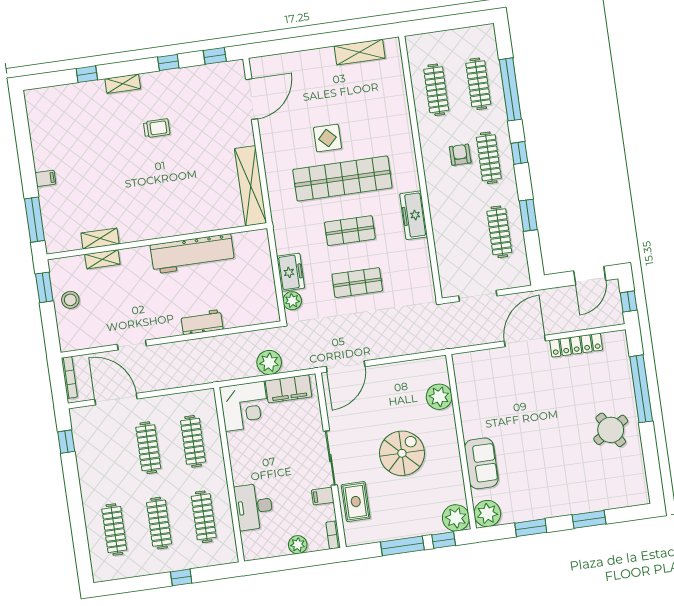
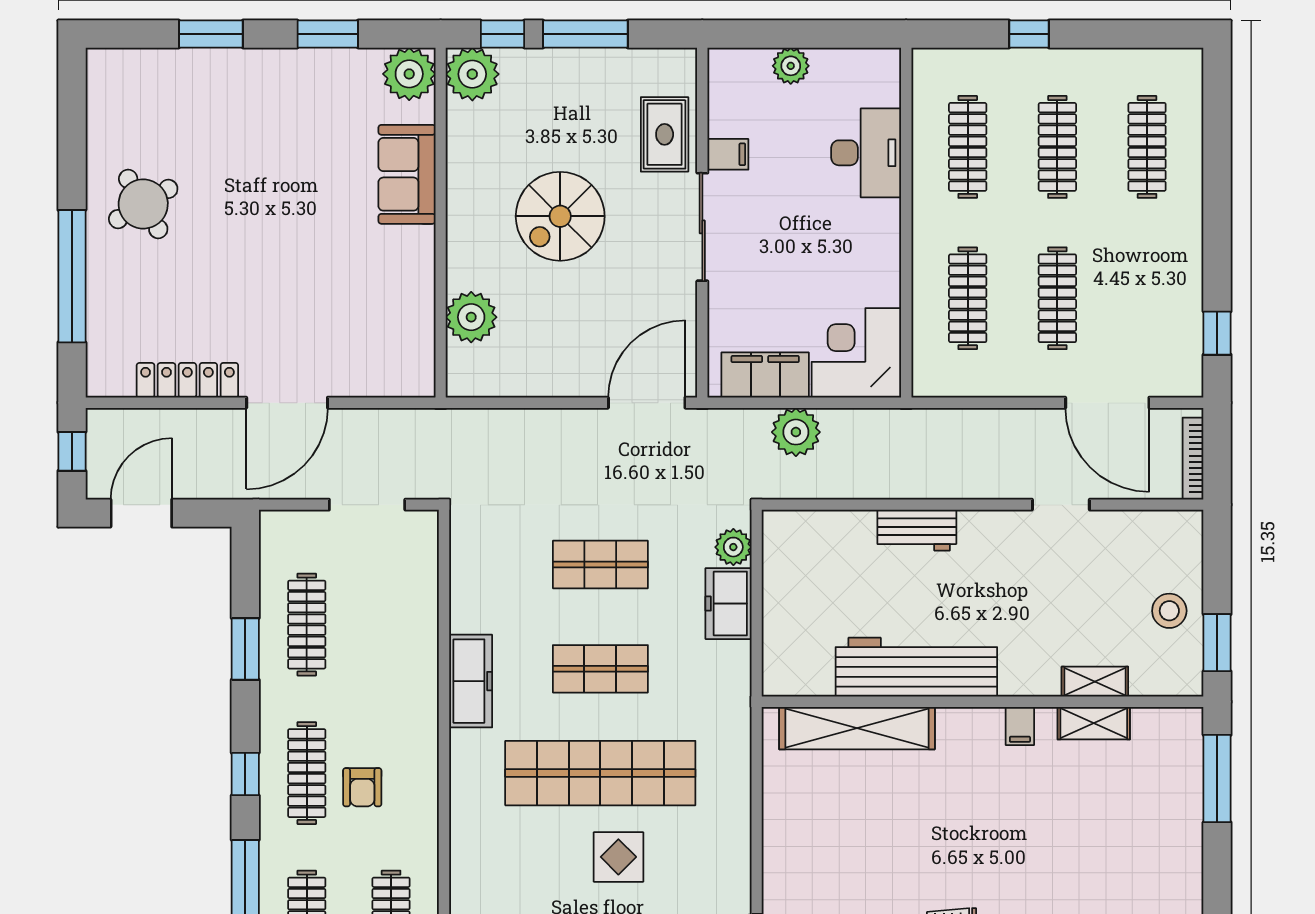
filing cabinet: (45, 178) -> (1020, 726), moved, turned -90
shelving: (251, 186) -> (857, 728), moved, turned 90
bookcase: (333, 535) -> (718, 75), removed

